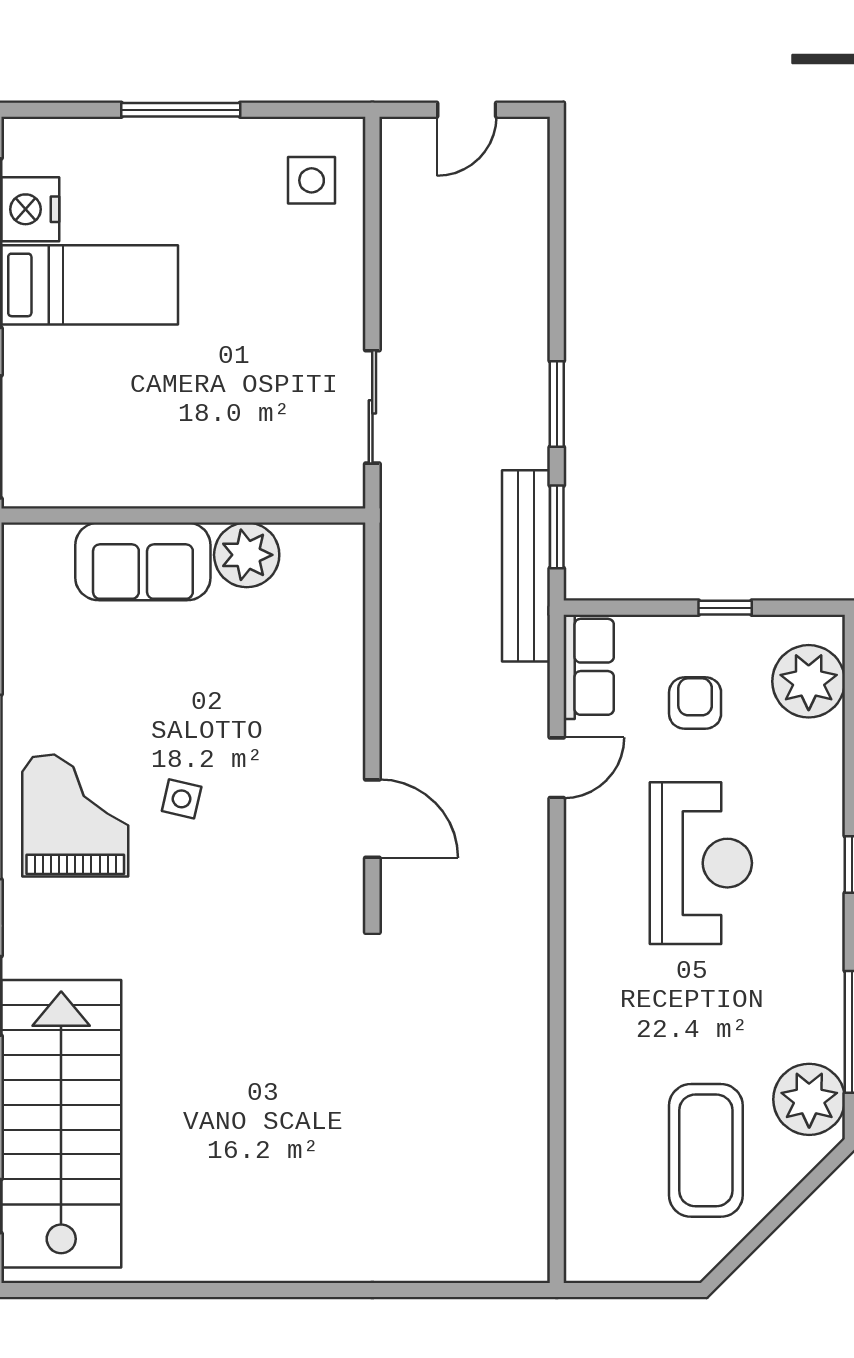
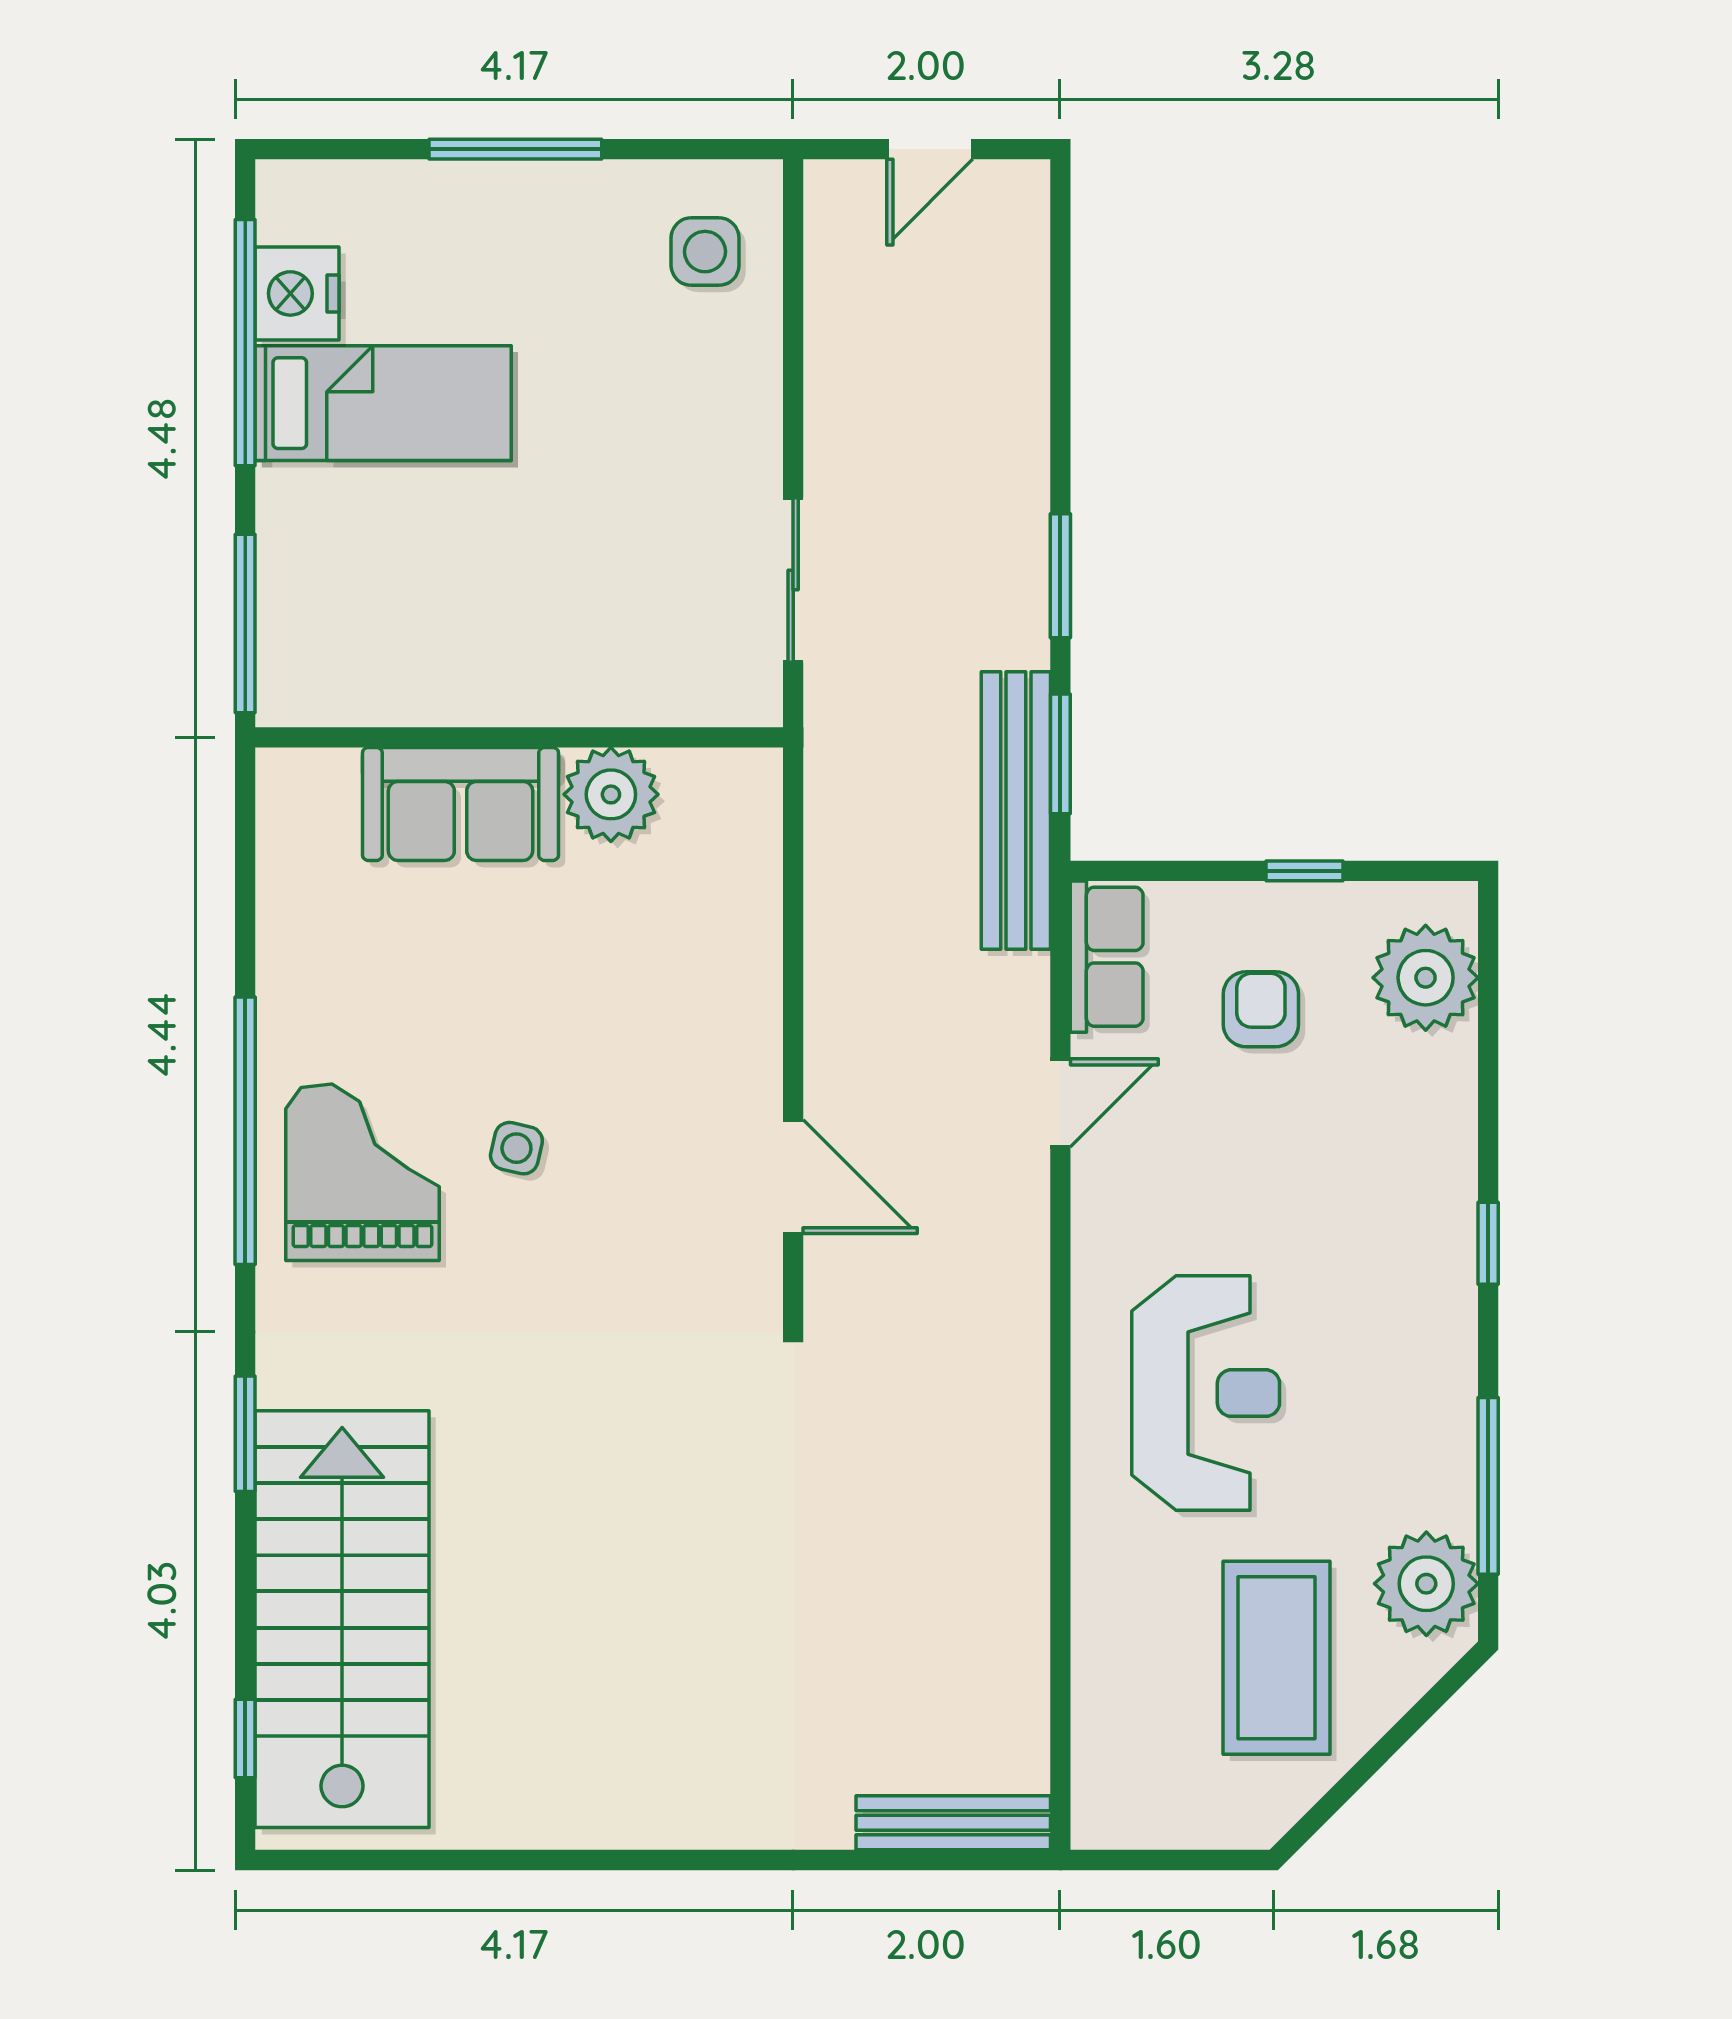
reception desk: (701, 863) -> (1206, 1393), moved
bench: (483, 1264) -> (953, 1823), added

